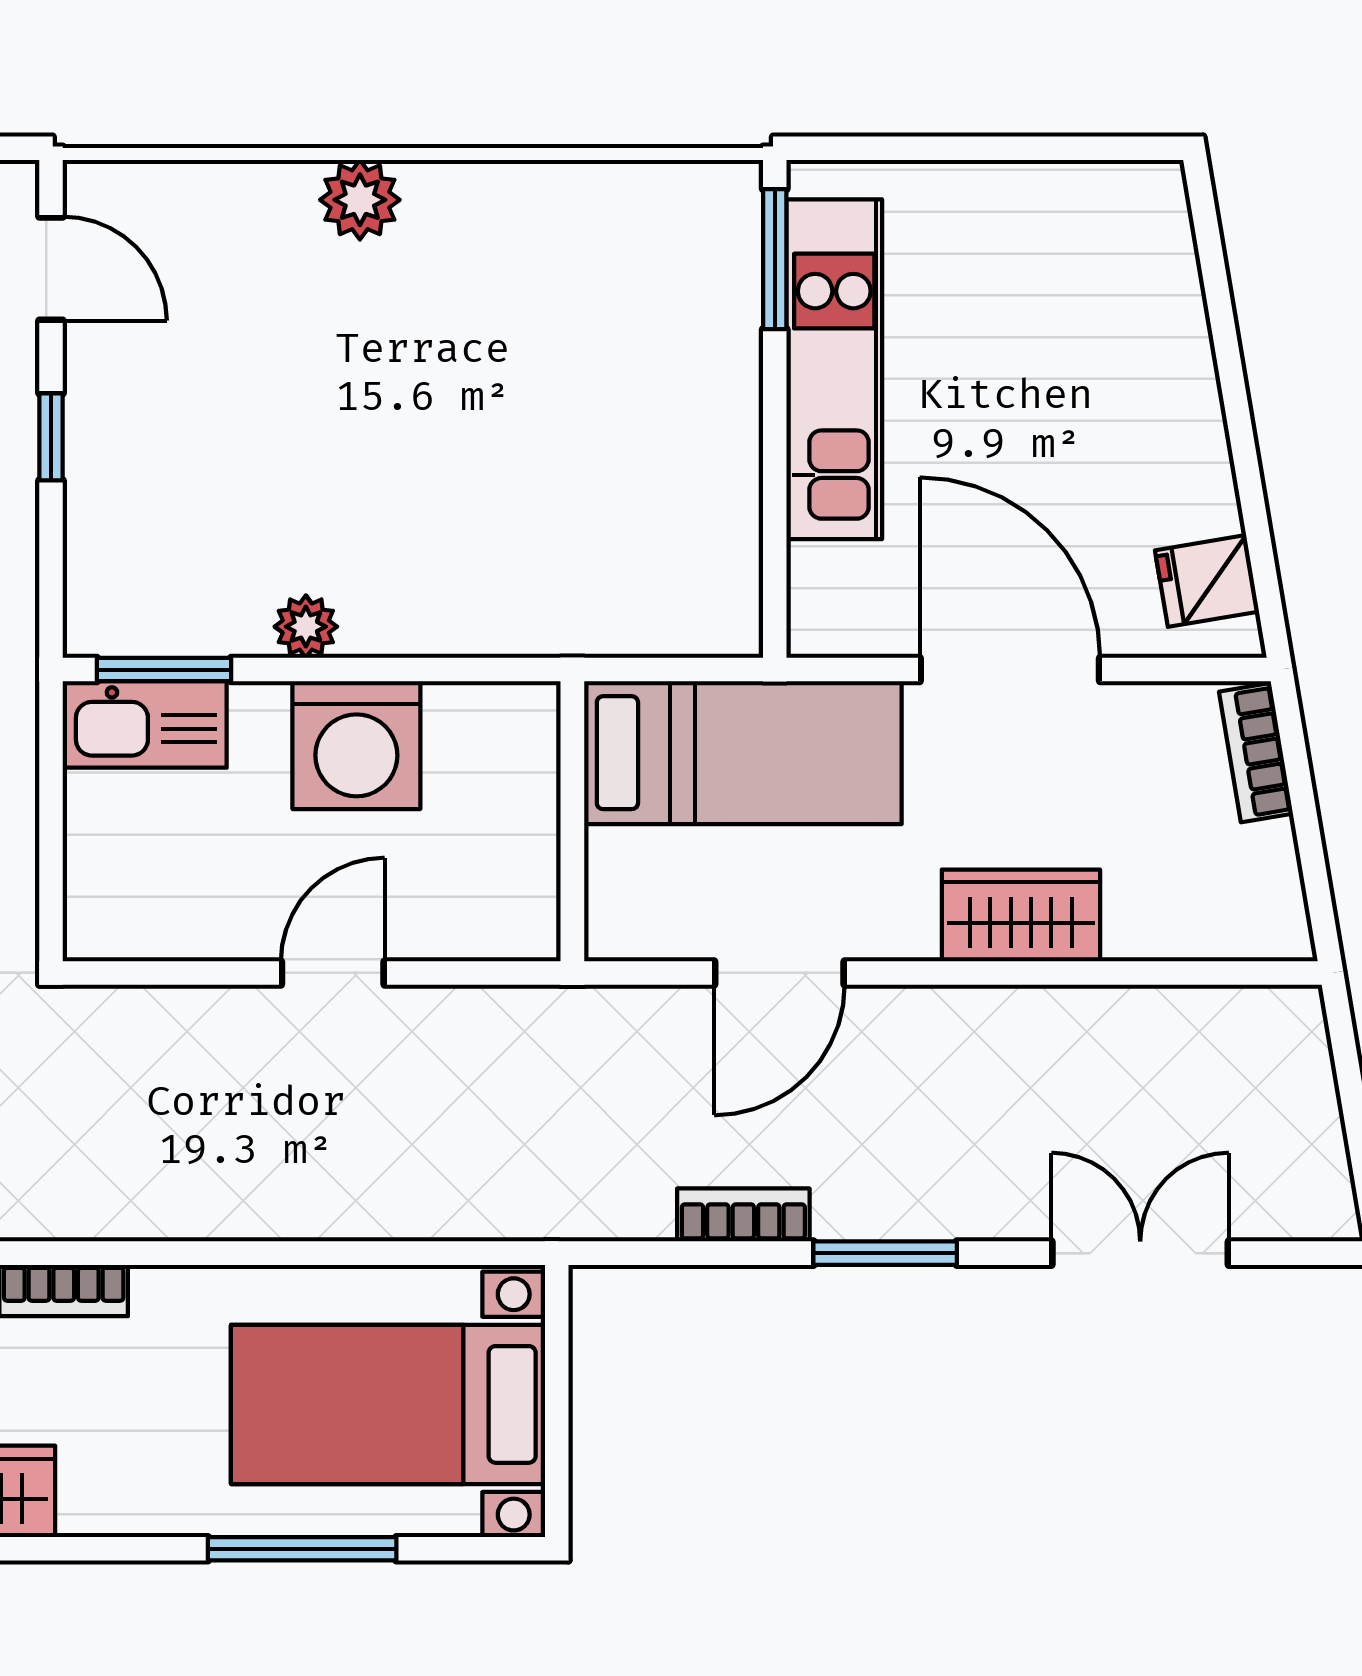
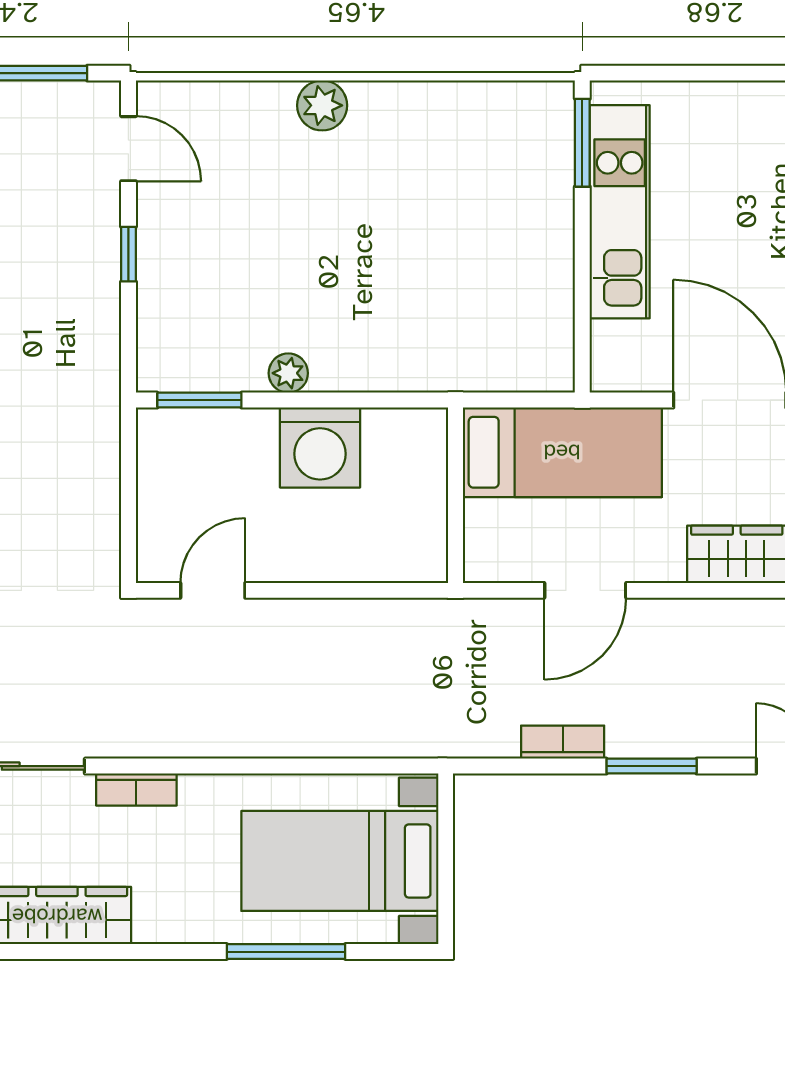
kitchen sink: (145, 724) -> (187, 434), removed
door: (333, 973) -> (213, 590), moved

